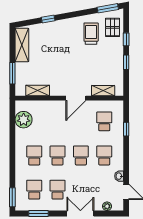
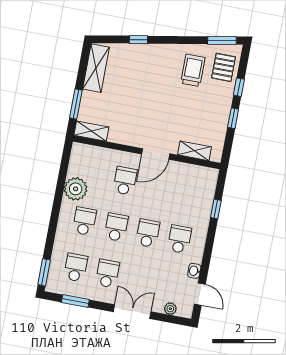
shelving: (38, 90) -> (91, 131), moved
plant: (24, 120) -> (76, 189), moved
school desk: (104, 121) -> (125, 181), moved

